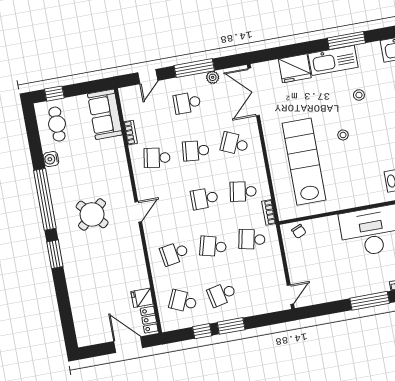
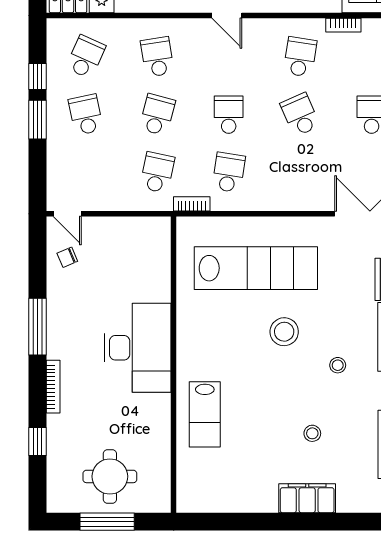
stool: (343, 135) -> (284, 332), width x1.89, depth x1.89
school desk: (234, 144) -> (300, 172), removed
school desk: (196, 151) -> (300, 115), turned -30
chair: (299, 231) -> (67, 257), moved

